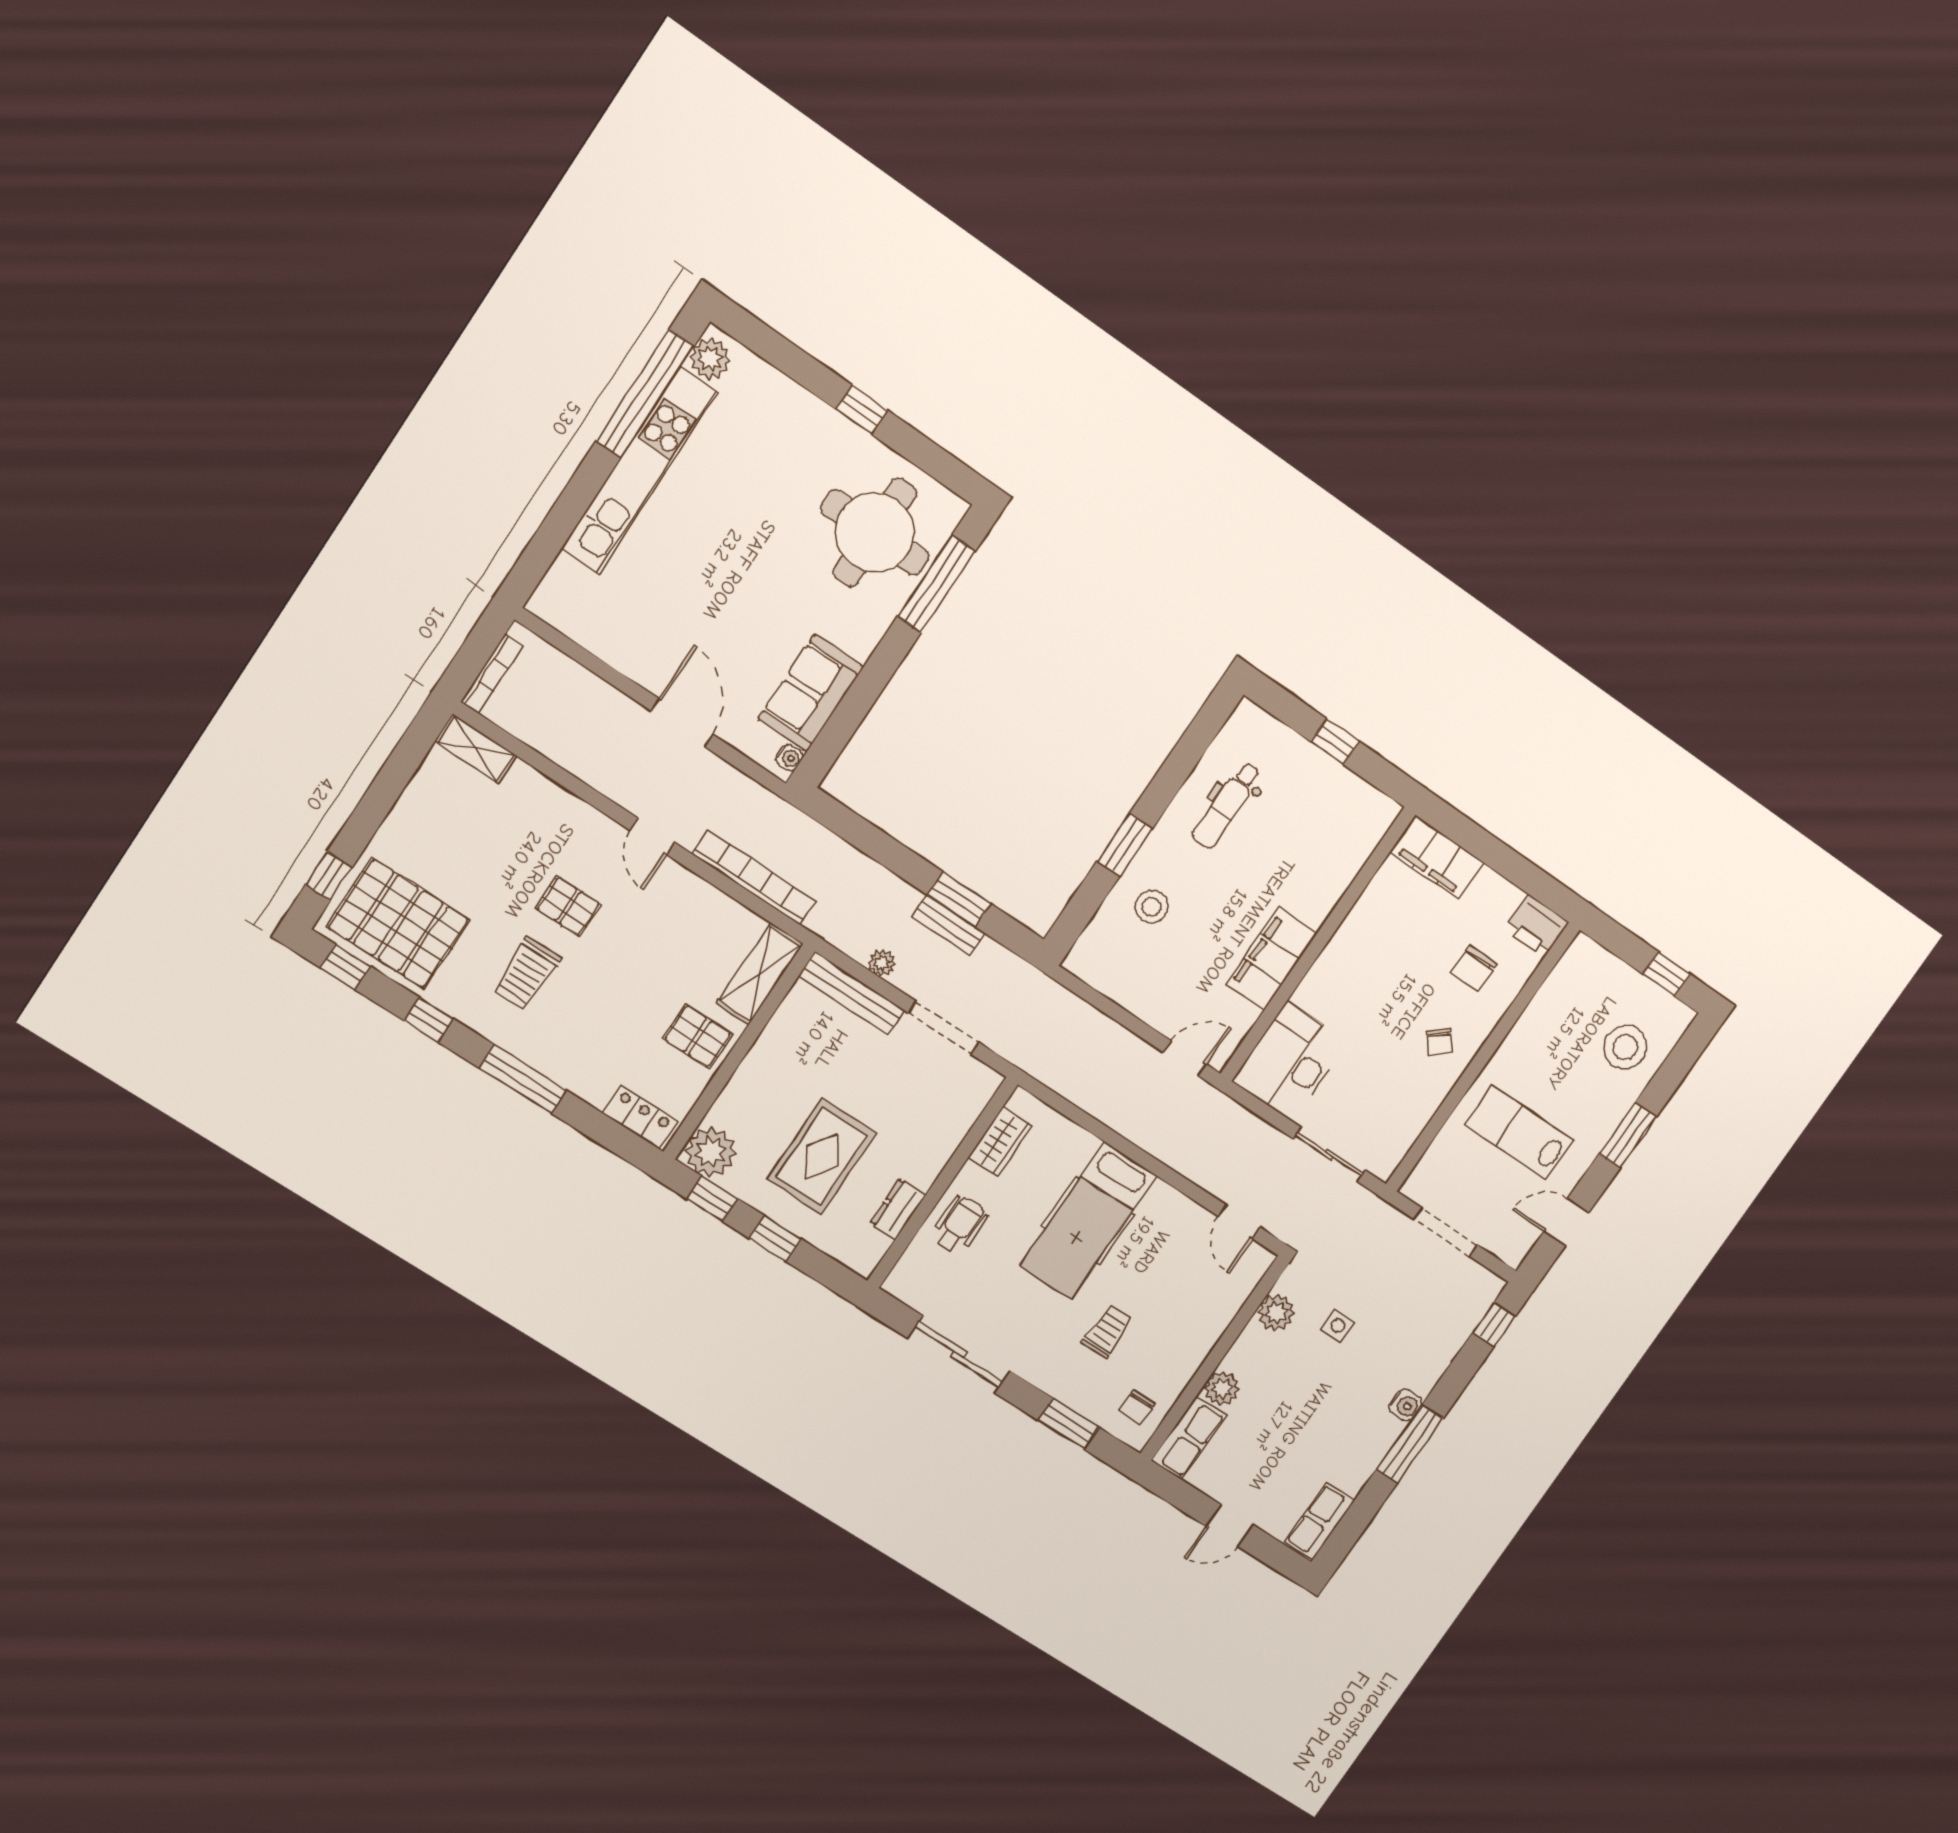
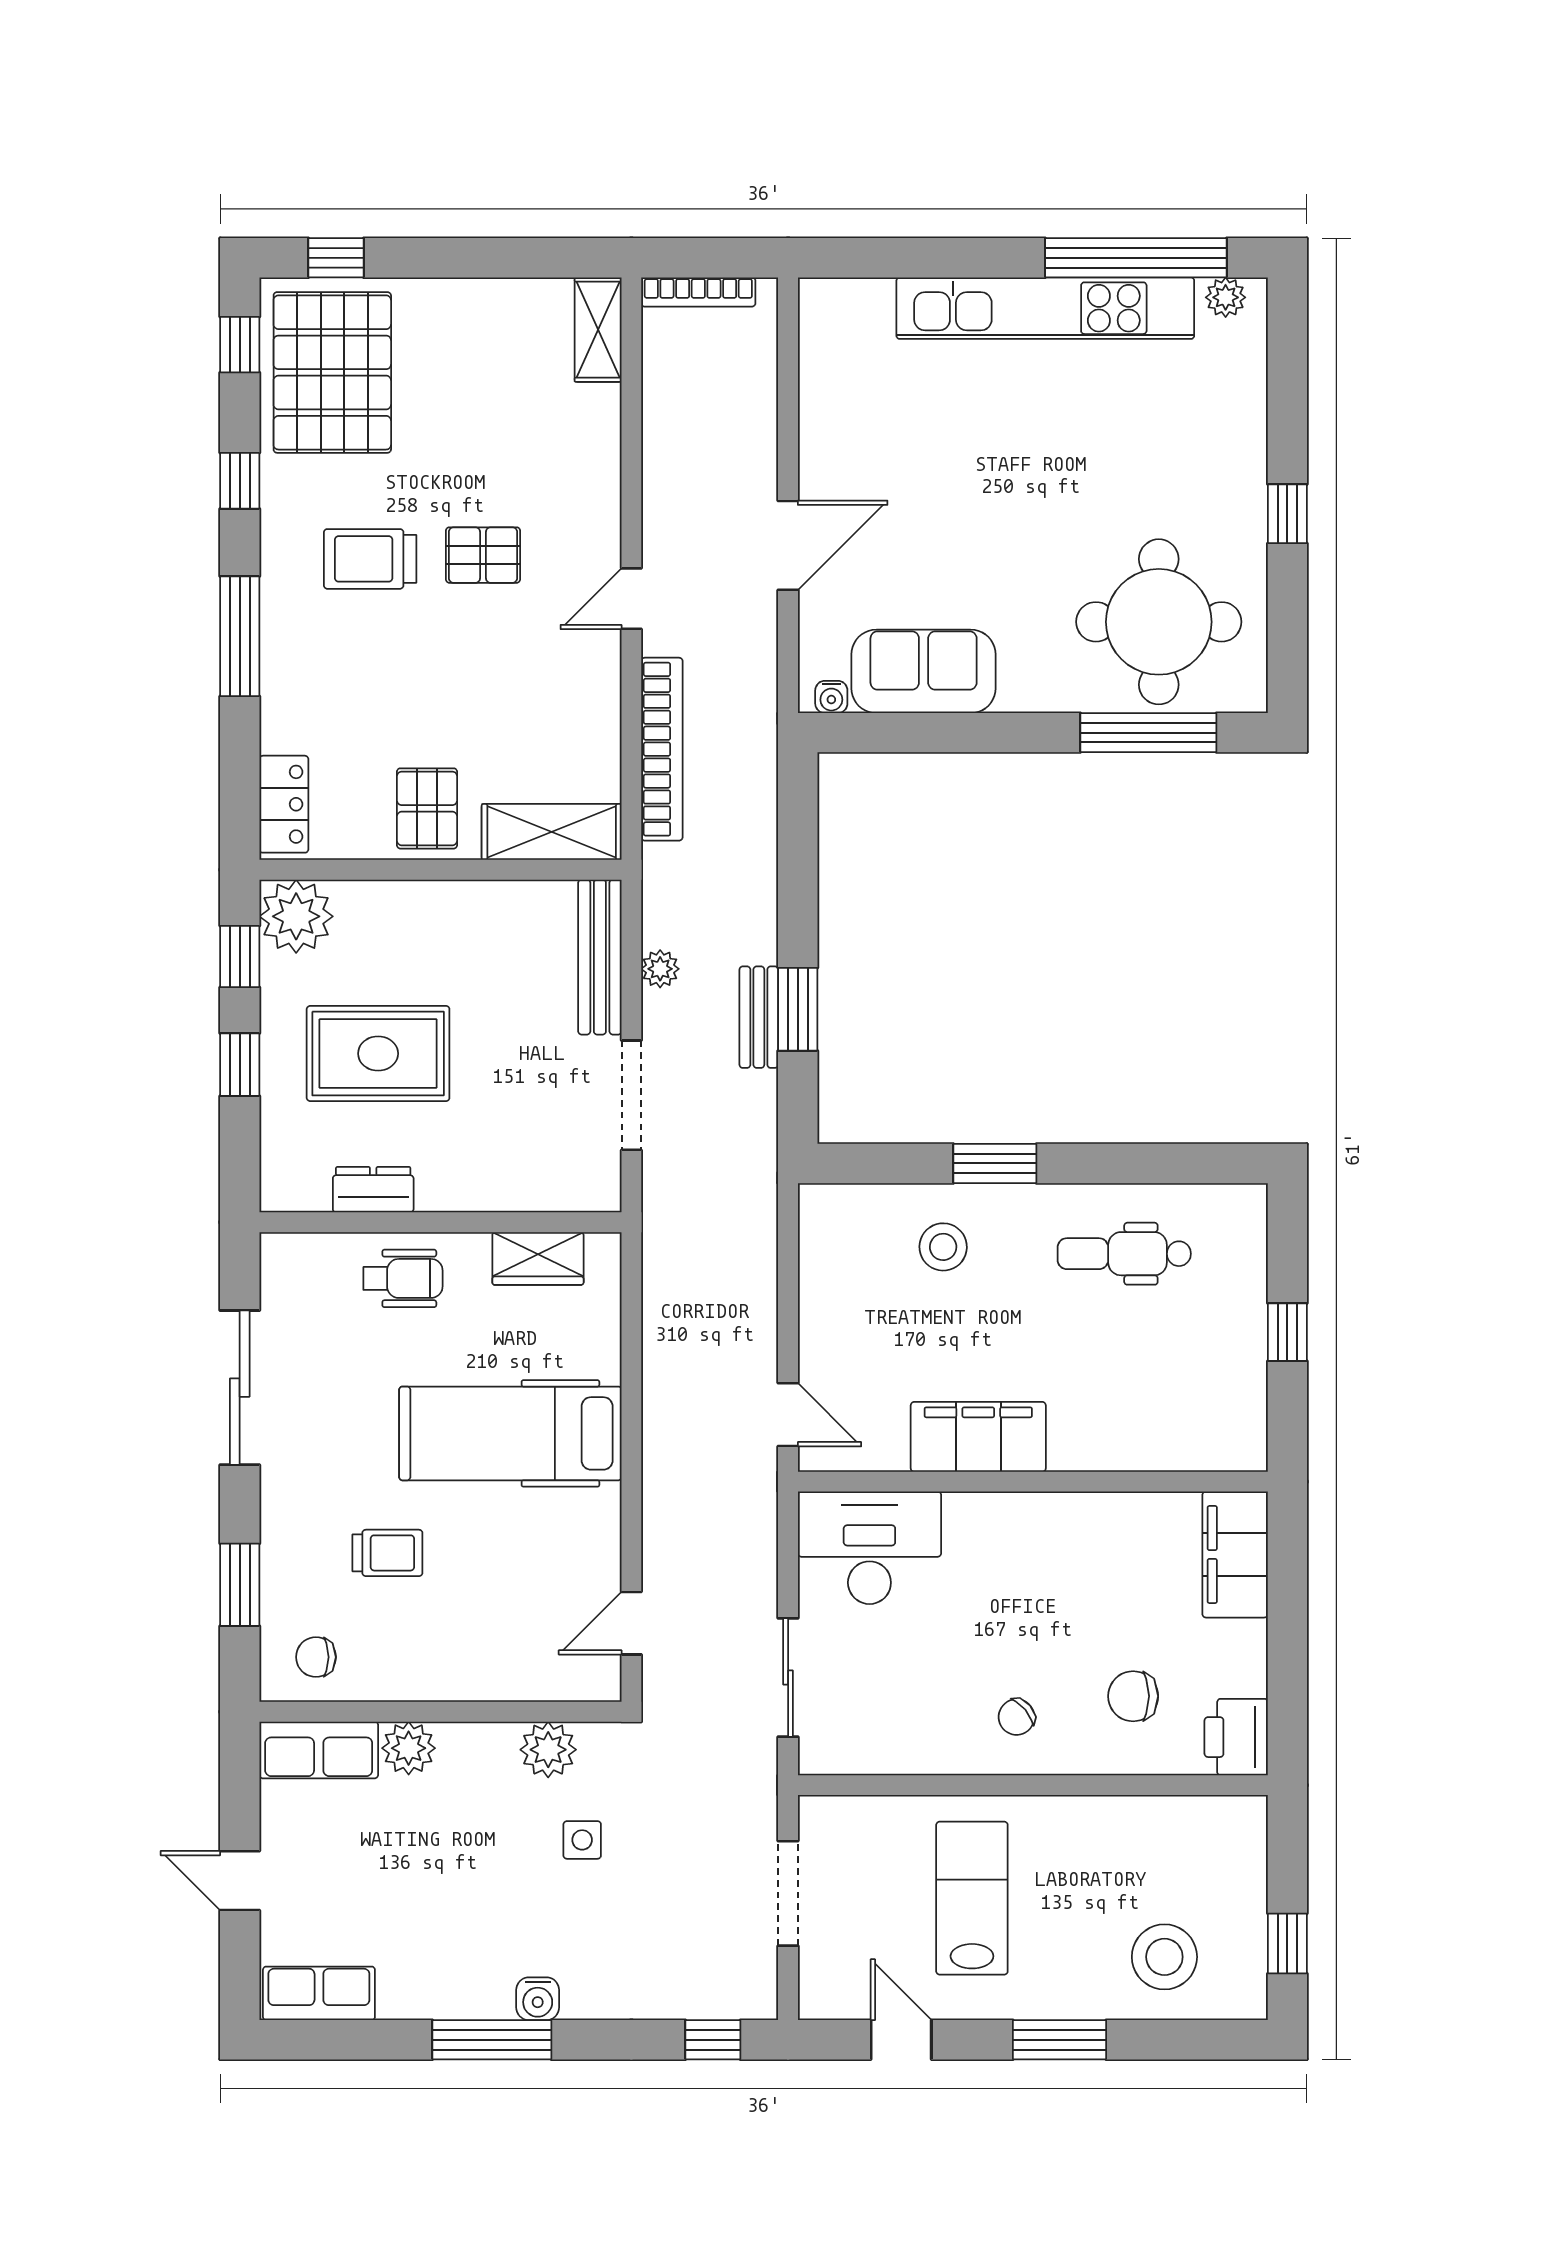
plant: (710, 359) -> (1226, 297), width x0.73, depth x0.73
pallet: (568, 906) -> (483, 555), turned 90

